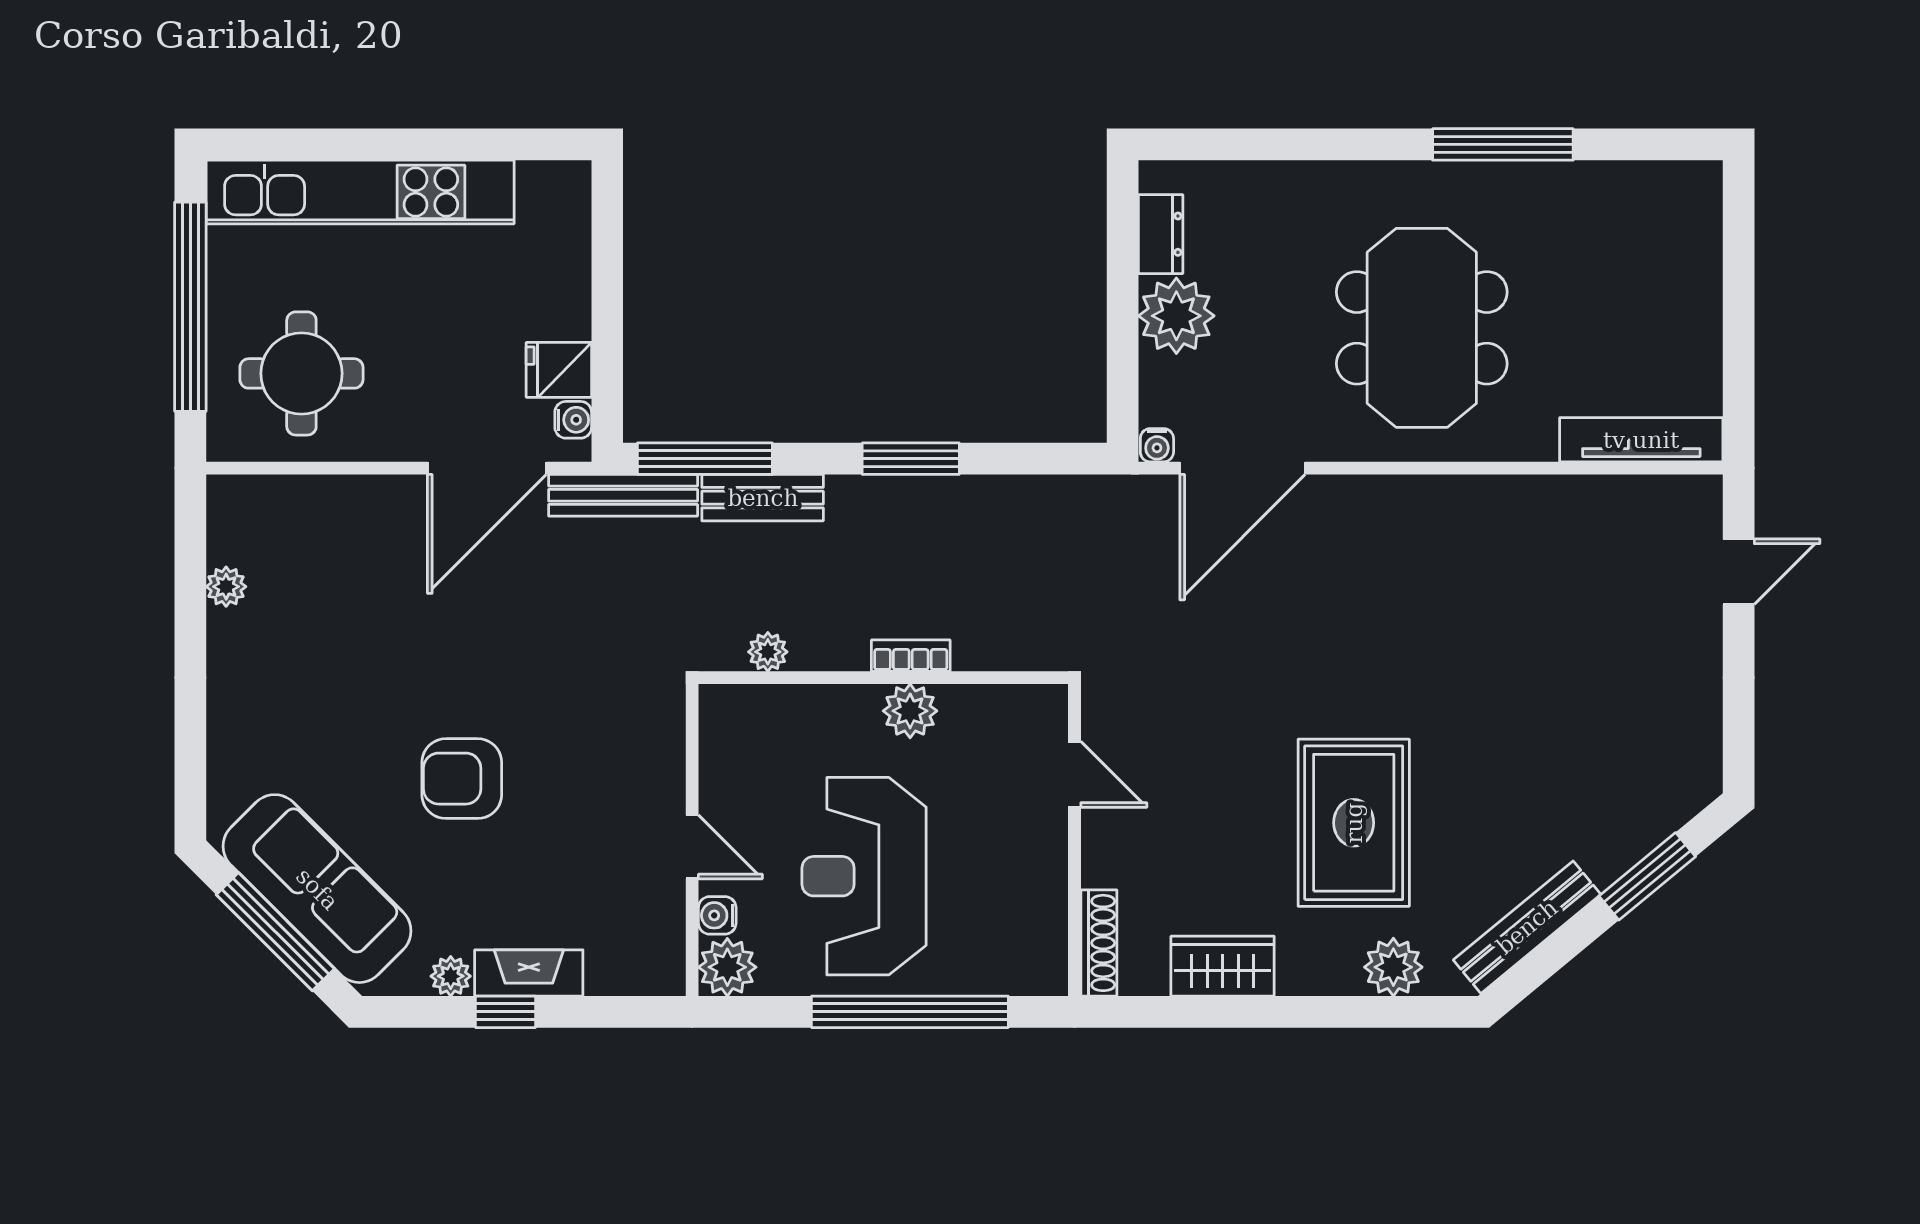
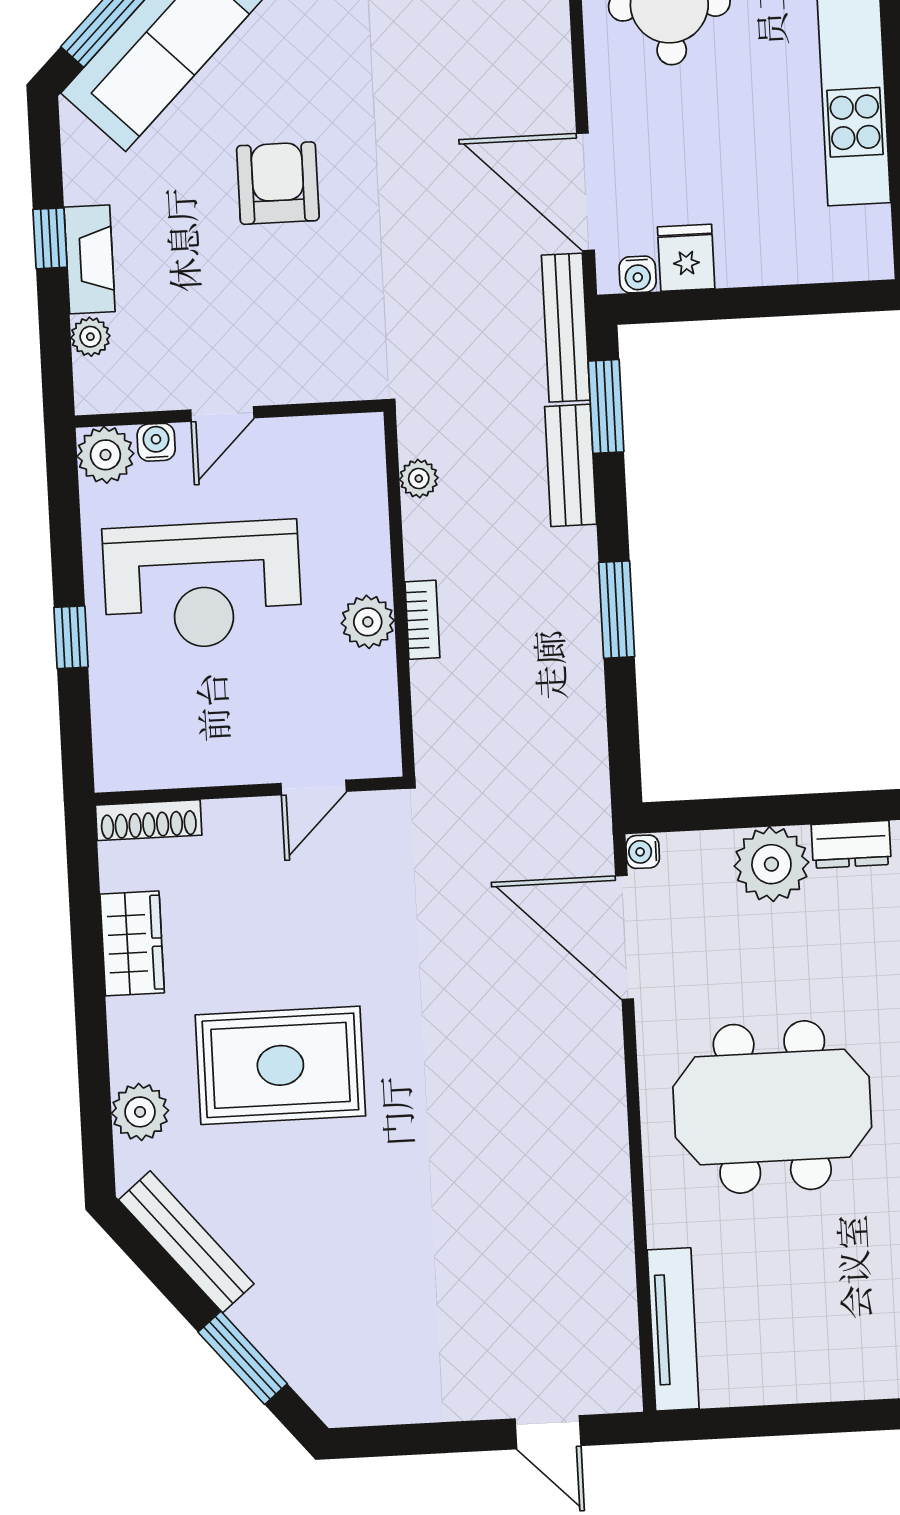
window: (705, 459) -> (606, 406), width x0.69
reception desk: (864, 876) -> (202, 585), turned 180
plant: (451, 976) -> (90, 337), moved
window: (910, 1012) -> (71, 637), width x0.32

